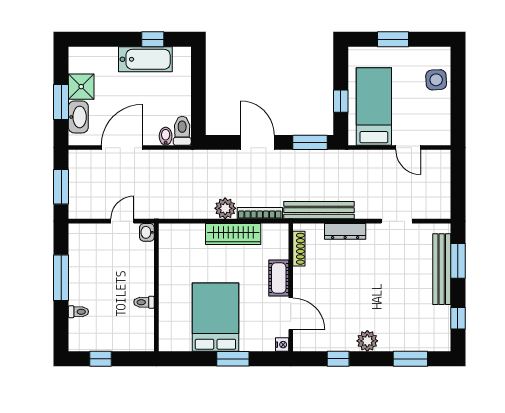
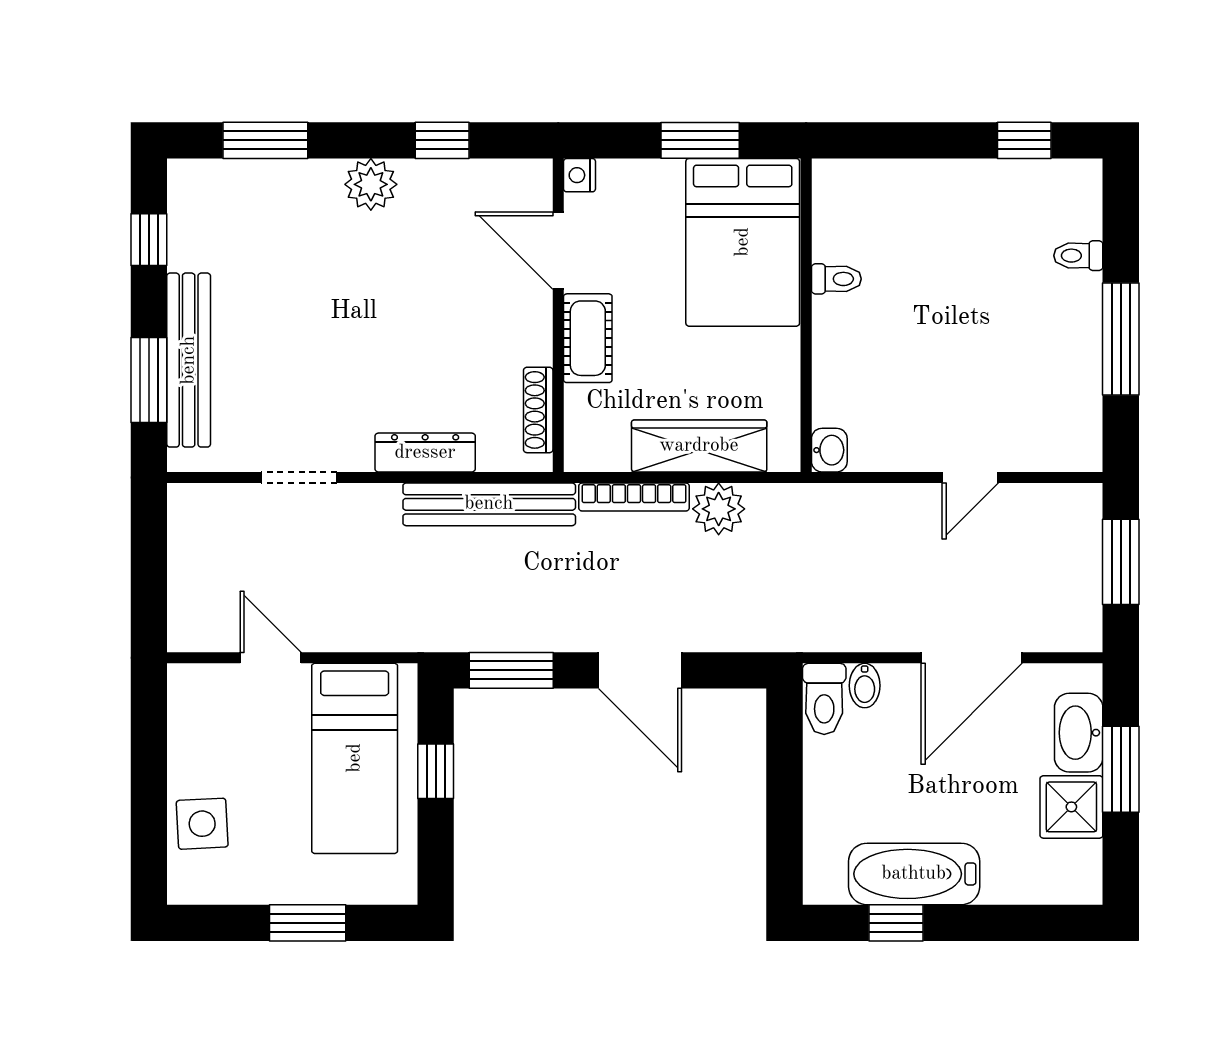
washbasin: (147, 232) -> (829, 450), moved
wall: (156, 287) -> (806, 315), moved
toilet: (144, 302) -> (836, 279), moved

